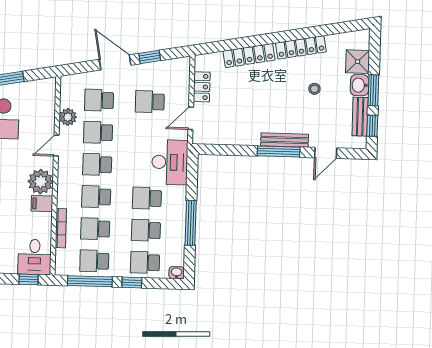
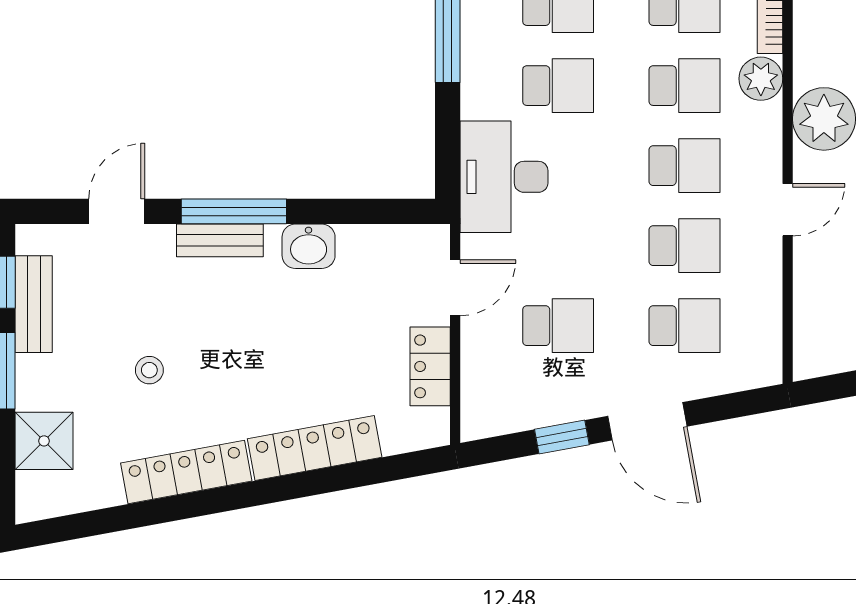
washbasin: (359, 85) -> (309, 246), moved, turned 90
plant: (68, 117) -> (761, 79), moved
bench: (285, 140) -> (220, 240), width x0.73
filing cabinet: (42, 204) -> (819, 64), removed

